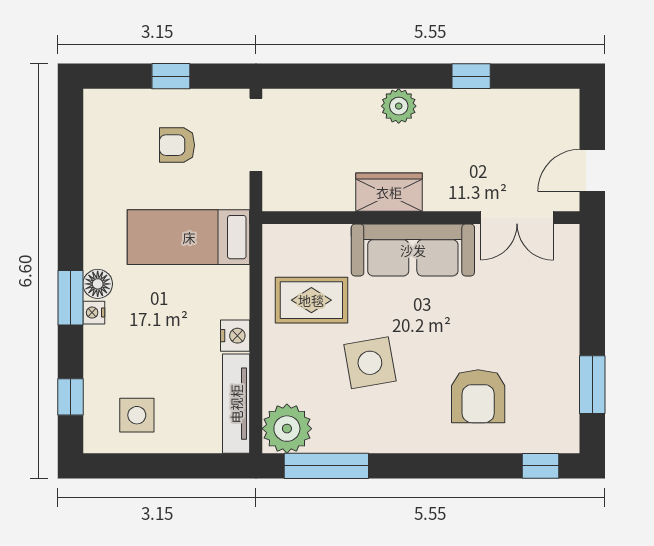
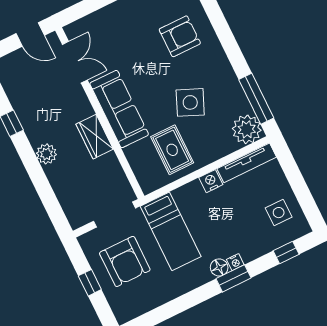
doorway: (256, 135) -> (114, 215), moved
armchair: (177, 145) -> (125, 261), width x1.88, depth x1.88
side table: (370, 363) -> (190, 102), turned 33

